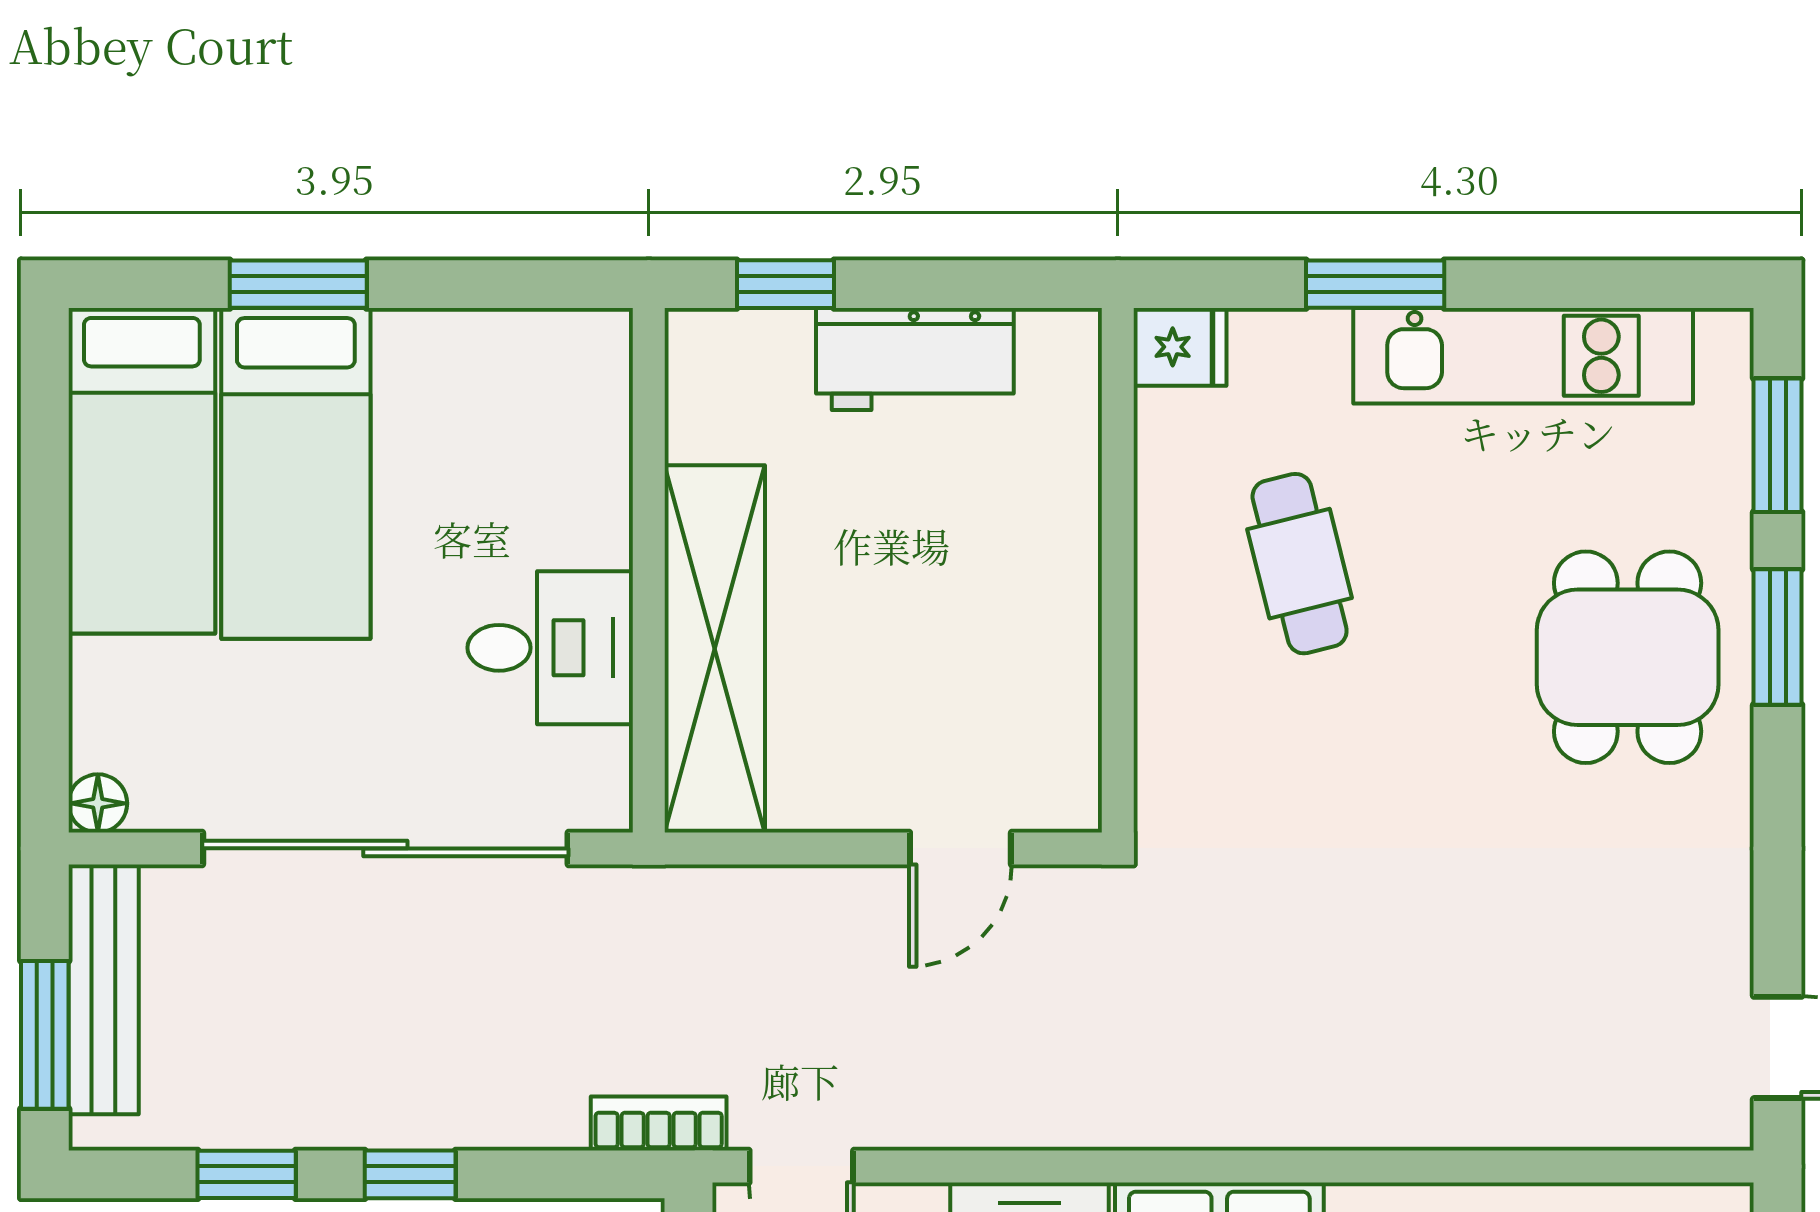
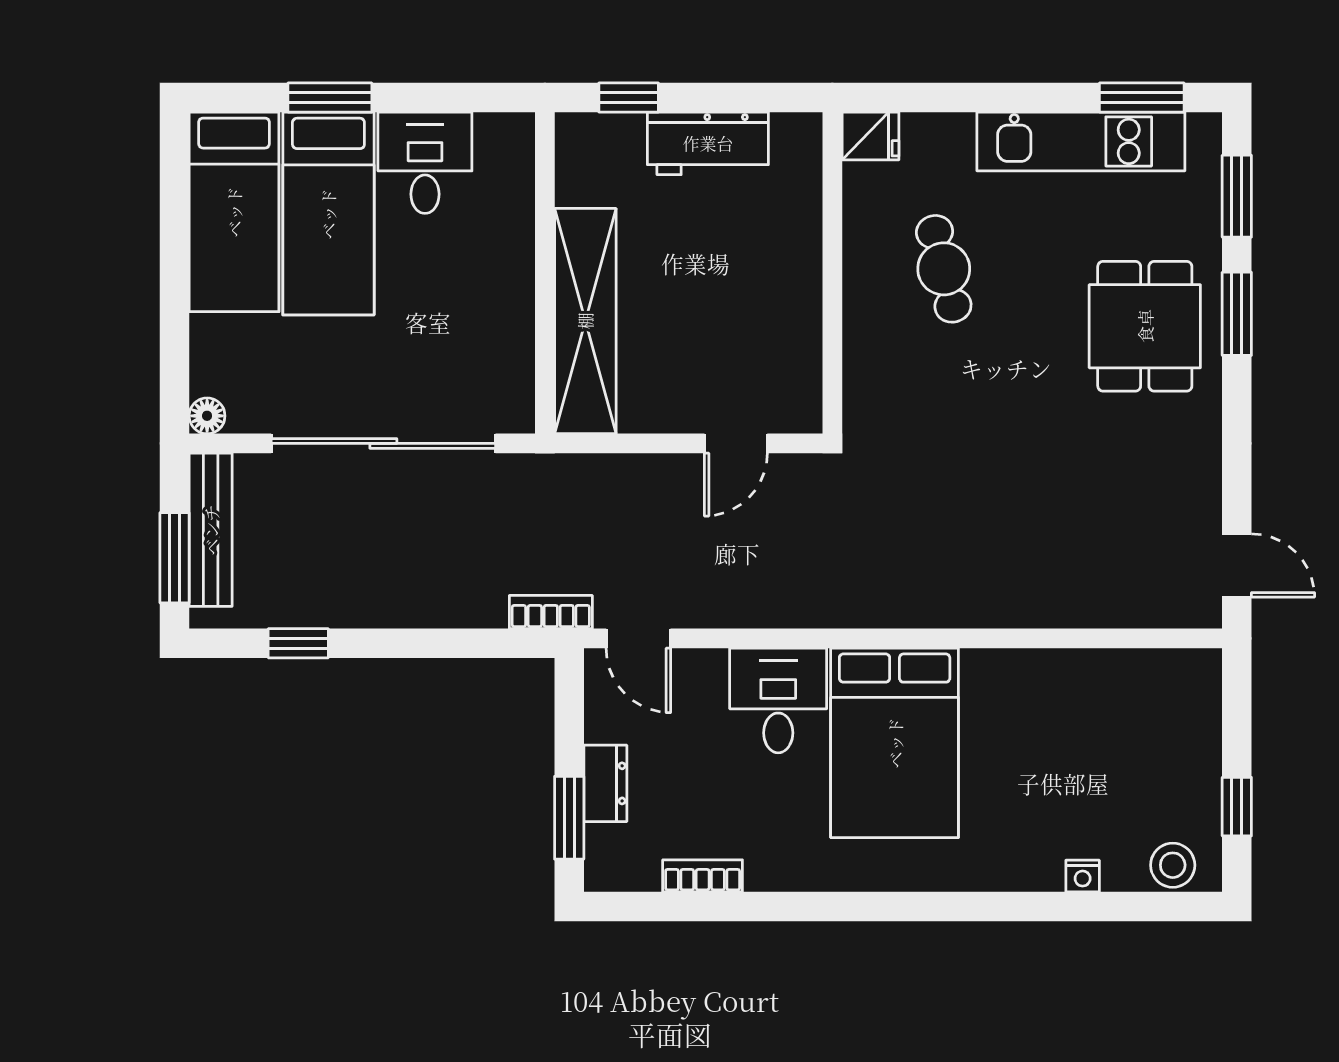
window: (1375, 284) -> (1142, 98), moved
desk: (550, 648) -> (425, 163), moved, turned -90
window: (410, 1174) -> (398, 643), removed

